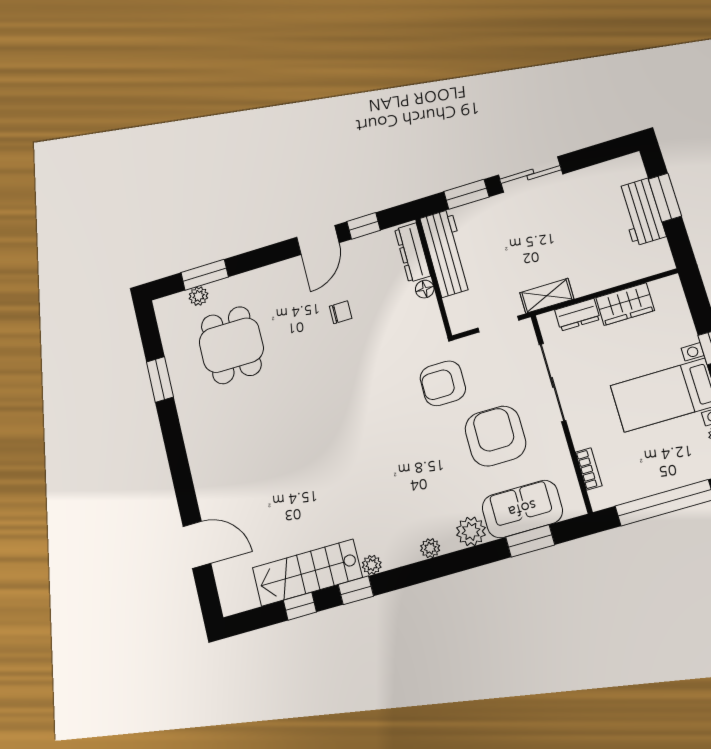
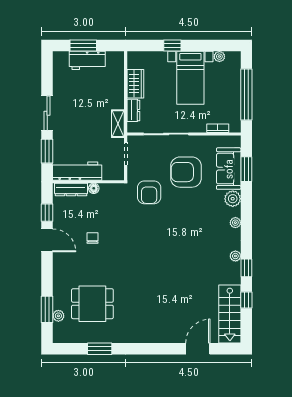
stairs: (307, 573) -> (230, 314), moved

